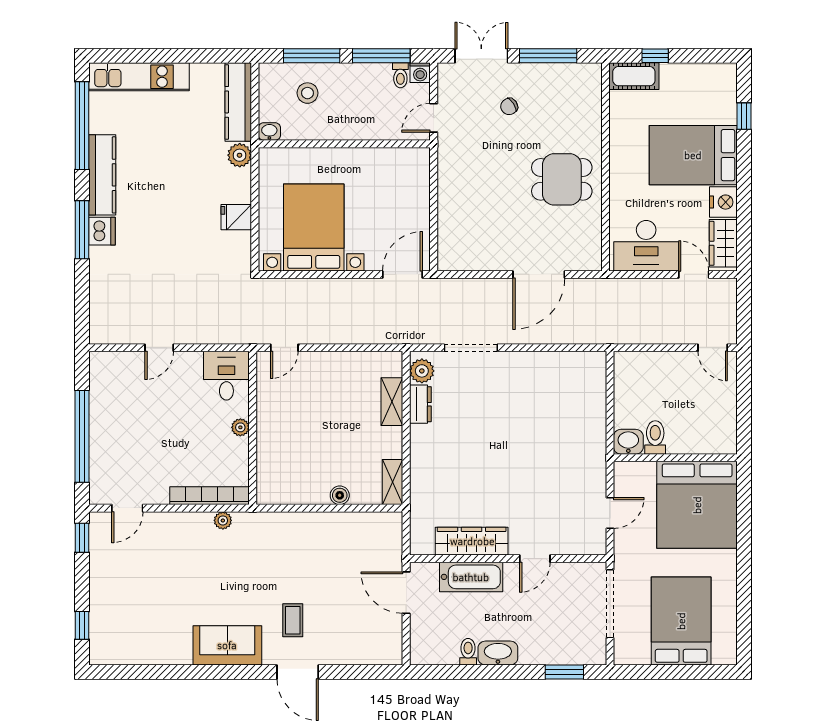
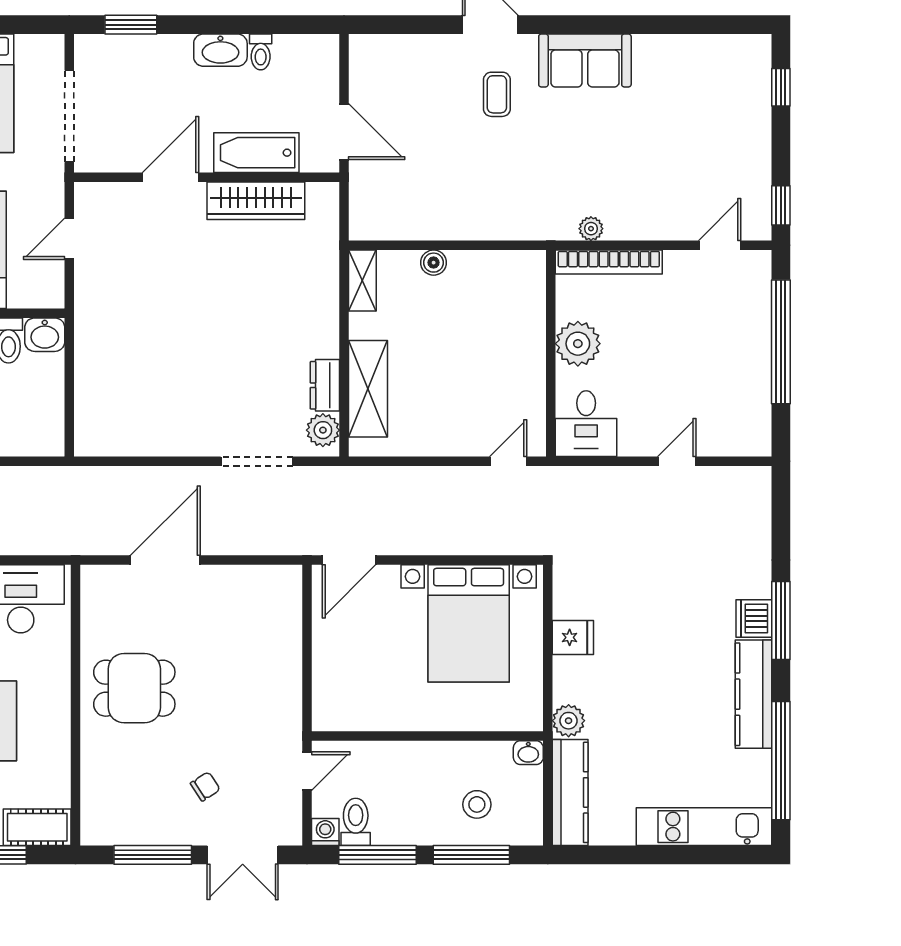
toilet: (400, 75) -> (356, 822), width x1.37, depth x1.39
shelving: (392, 402) -> (368, 389), width x1.50, depth x1.33
plant: (240, 427) -> (578, 344), width x1.88, depth x1.88
door: (535, 559) -> (171, 177), width x1.38

